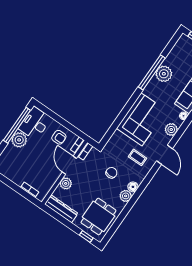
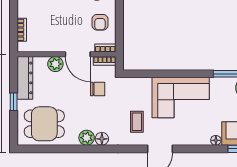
plant: (171, 129) -> (192, 137), removed
door: (69, 165) -> (78, 54), swing flipped
chair: (111, 173) -> (98, 89), moved
window: (86, 236) -> (14, 102), moved

